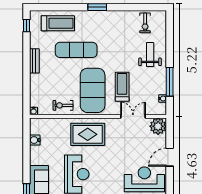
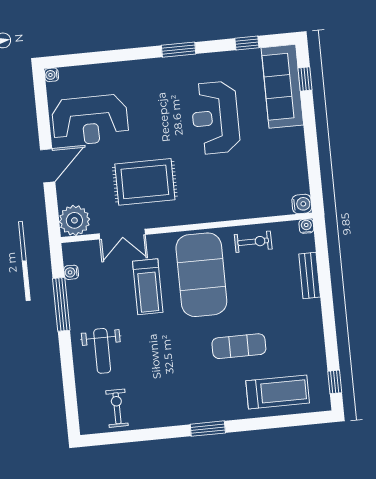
treadmill: (58, 23) -> (278, 392), turned 180
exercise mat: (76, 50) -> (239, 346), width x0.73, depth x0.69
bench: (34, 61) -> (310, 275), moved
rug: (88, 134) -> (145, 182), moved
water cooler: (35, 140) -> (302, 204), moved

